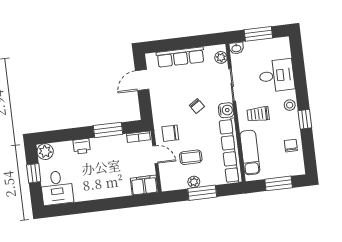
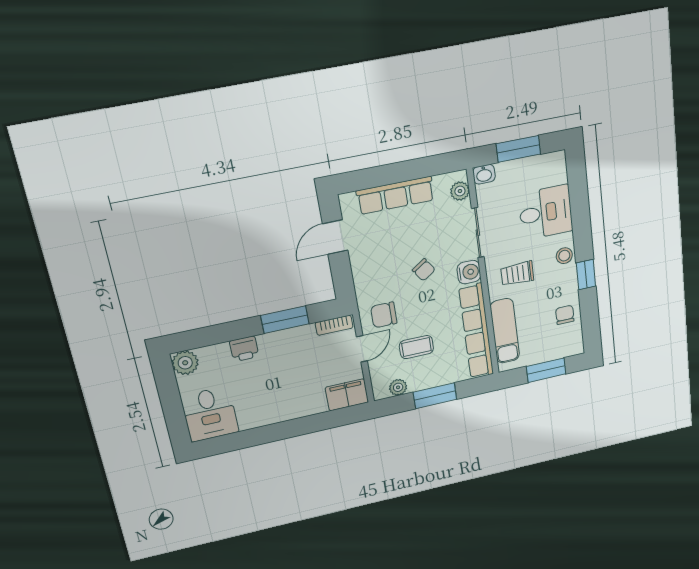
door: (155, 155) -> (362, 349), hinge flipped
window: (34, 173) -> (170, 397), removed
plant: (194, 182) -> (398, 387), moved

